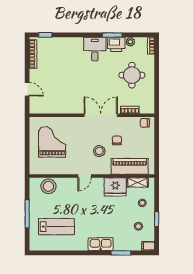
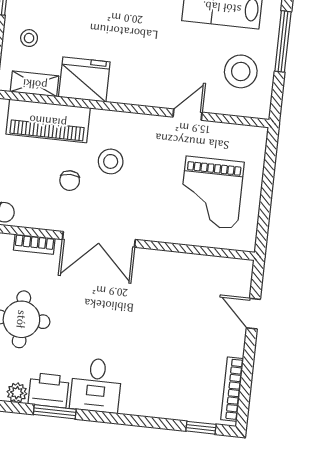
door: (85, 176) -> (187, 115), moved
stool: (48, 186) -> (241, 71), moved

